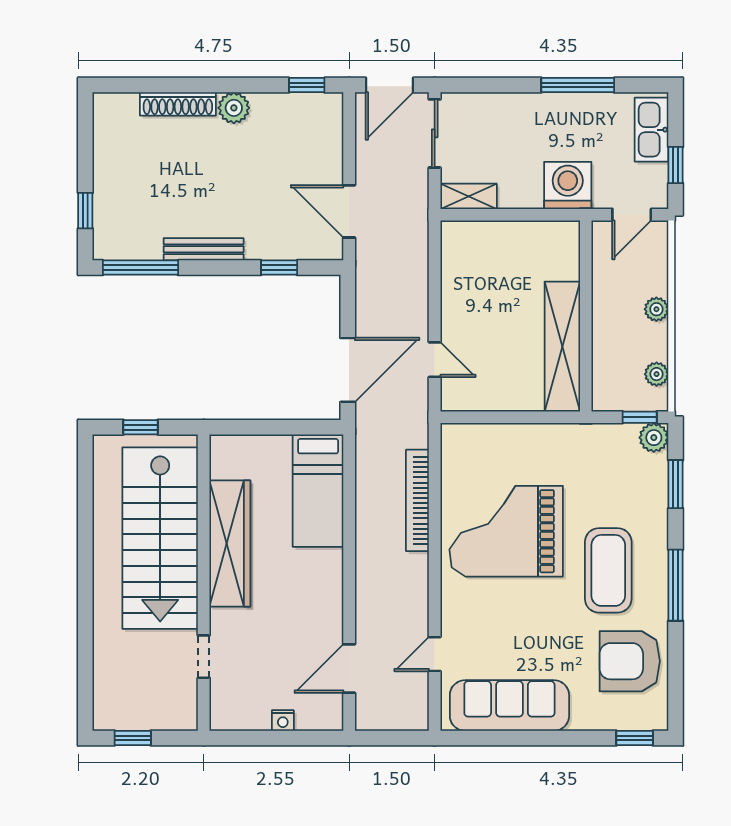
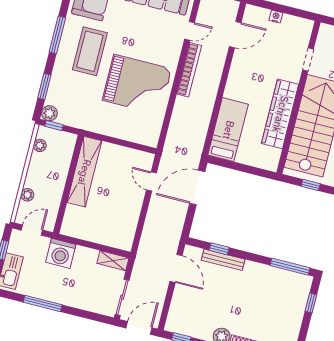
bench: (204, 249) -> (223, 260), moved
plant: (656, 309) -> (27, 195), moved
bookcase: (417, 500) -> (189, 70), moved

